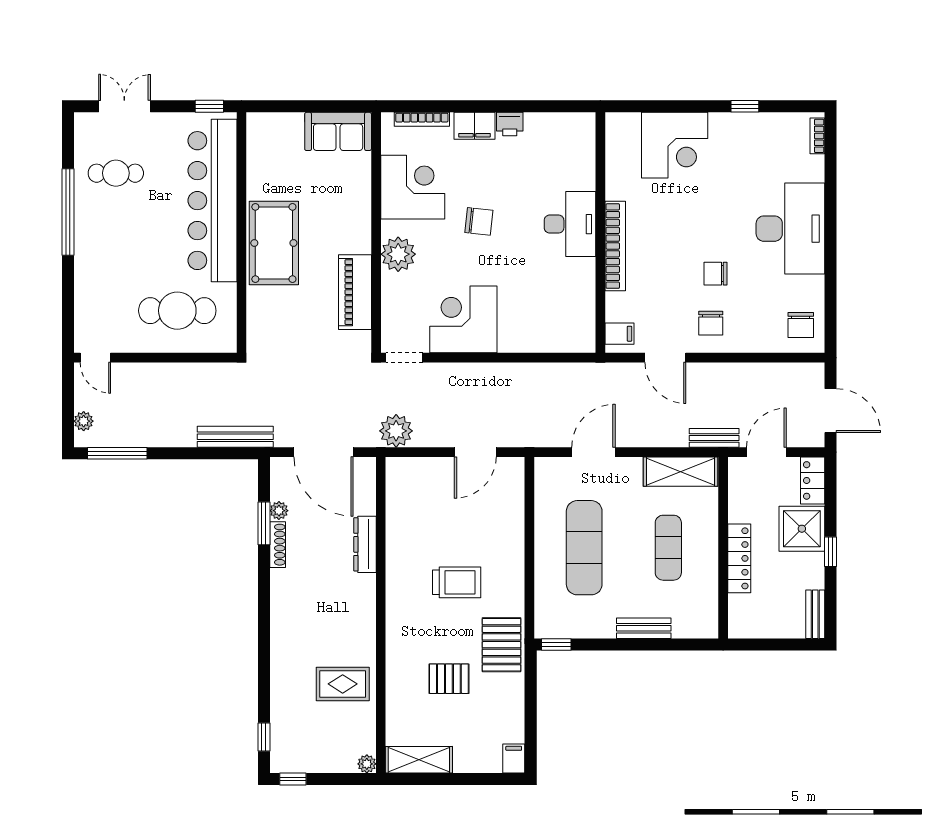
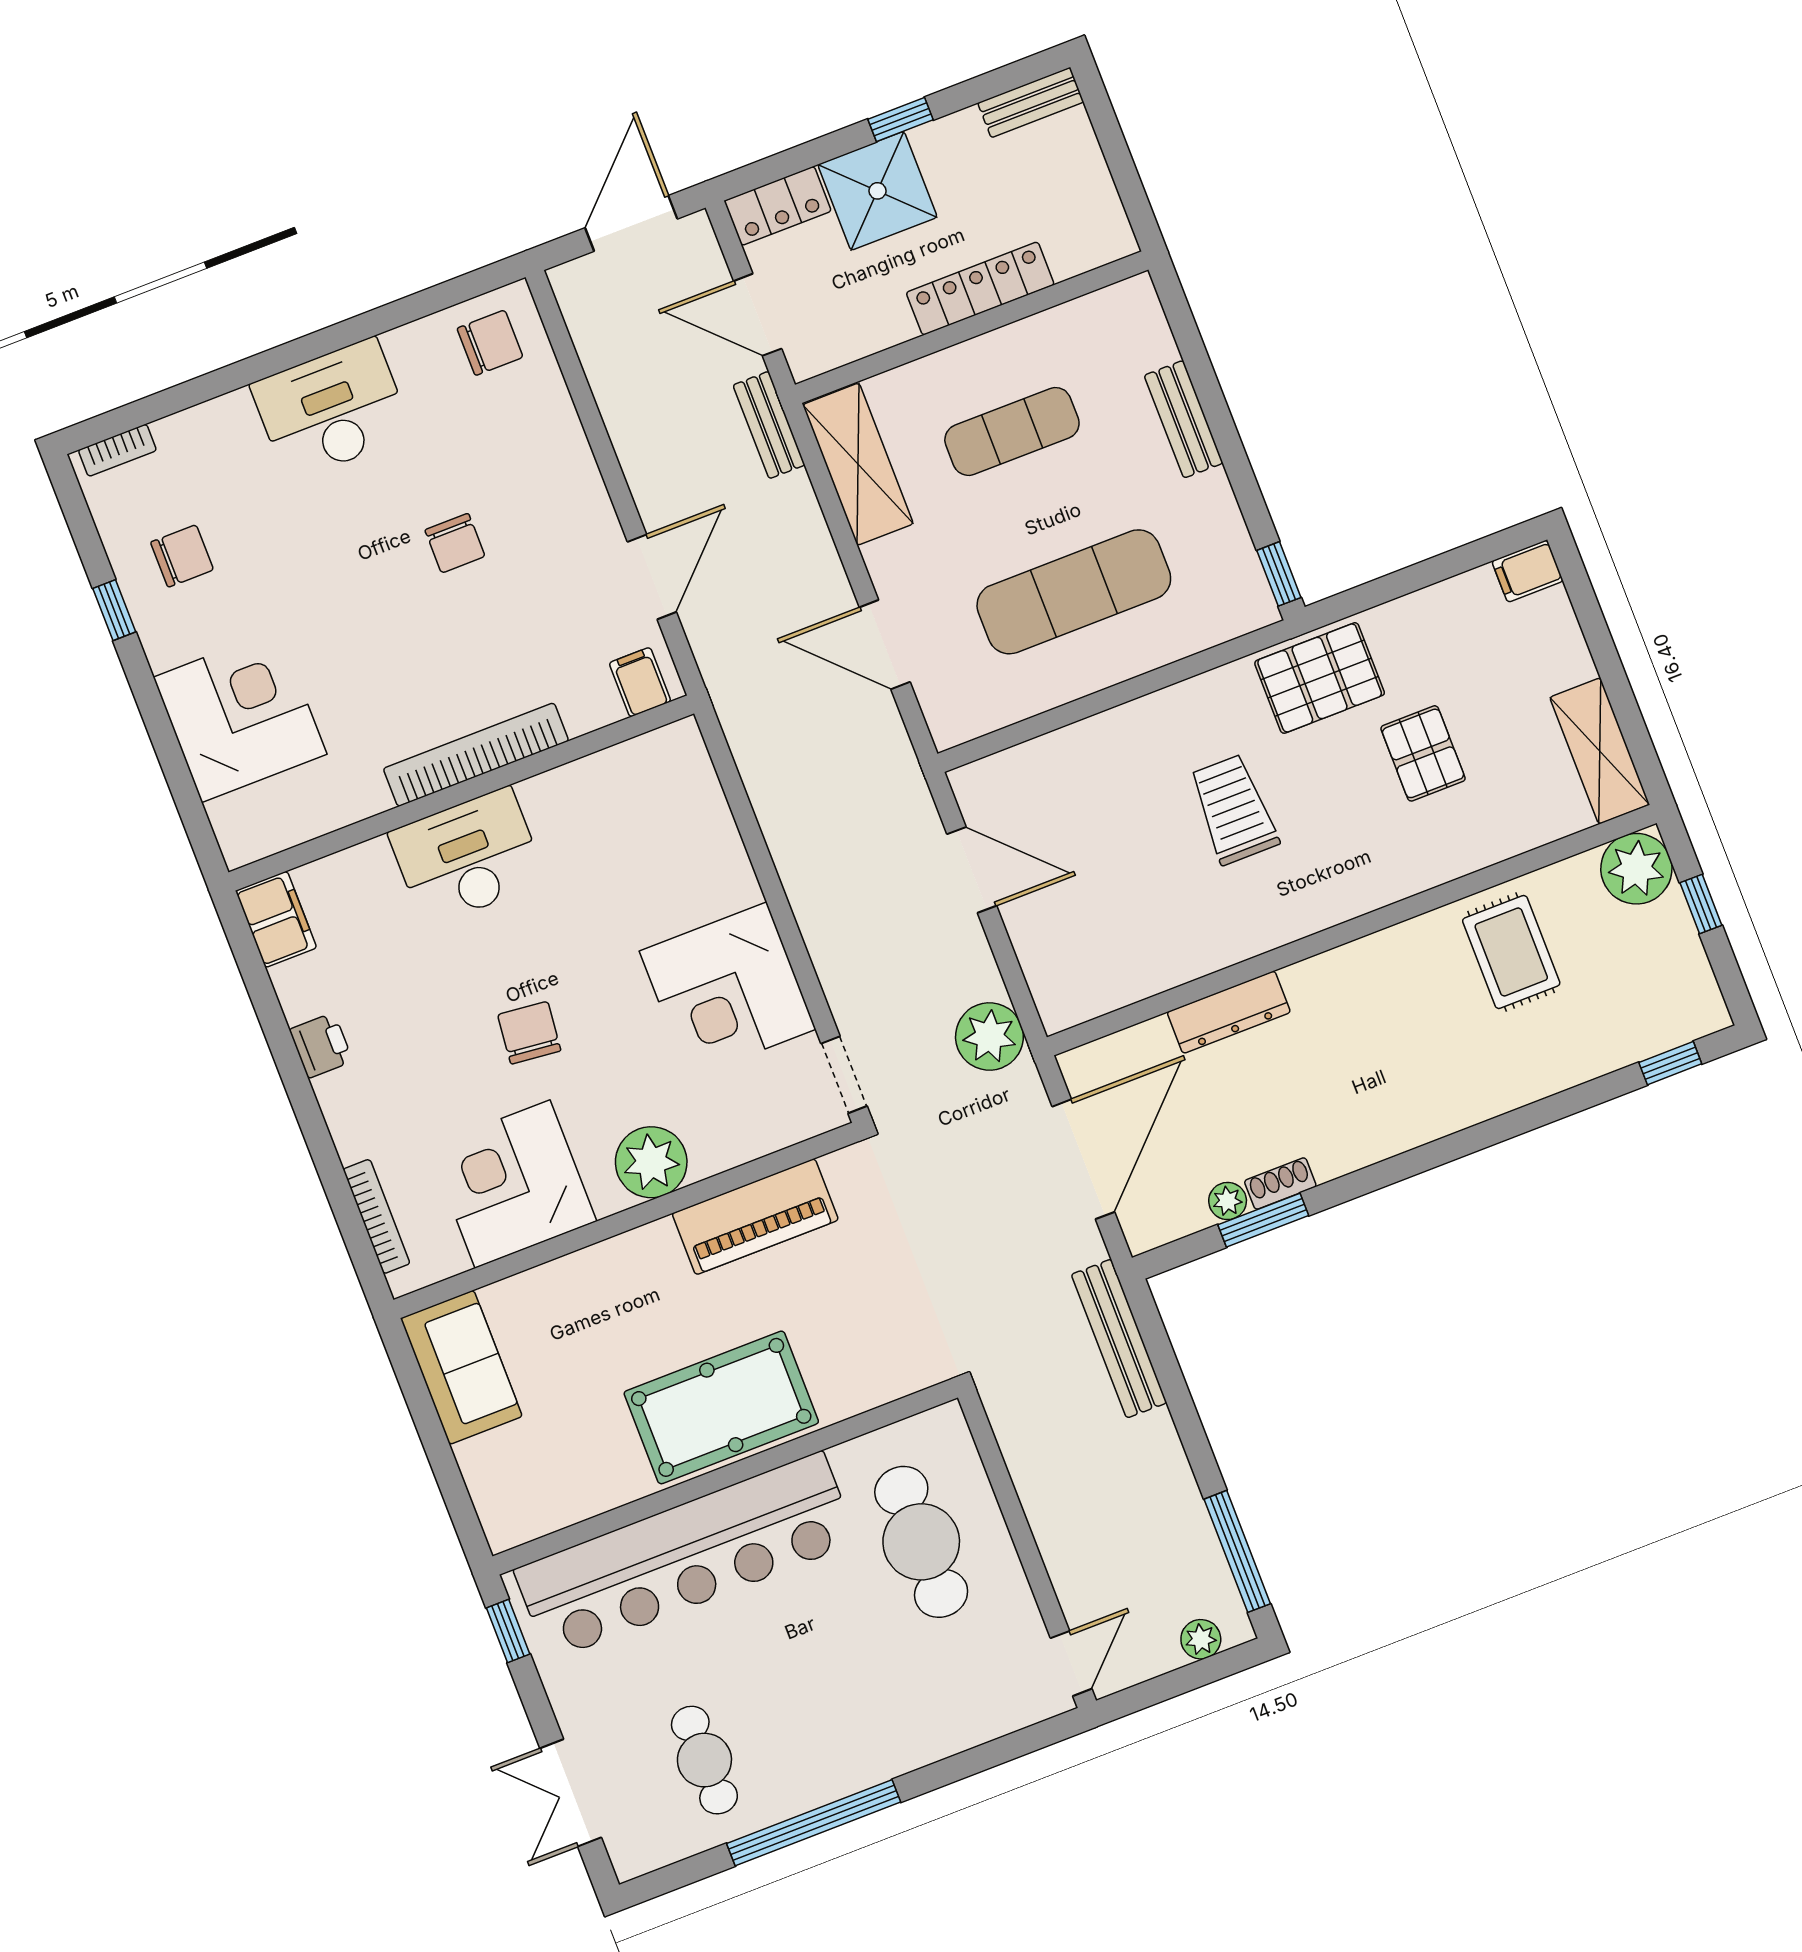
filing cabinet: (474, 126) -> (276, 919), moved
desk: (790, 229) -> (331, 410), width x0.73, depth x0.77
chair: (711, 323) -> (182, 556), moved
shoe rack: (278, 545) -> (1280, 1184), width x0.70
plant: (367, 764) -> (1636, 869), width x1.87, depth x1.87
window: (293, 779) -> (1701, 904), moved

